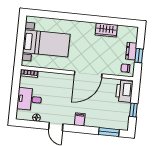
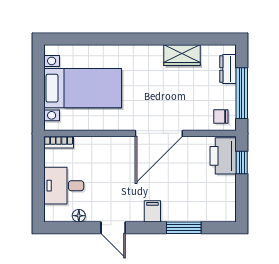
dresser: (131, 51) -> (228, 69), moved
window: (139, 56) -> (242, 93), width x2.17
window: (133, 110) -> (242, 163), moved
window: (109, 132) -> (184, 228), moved

